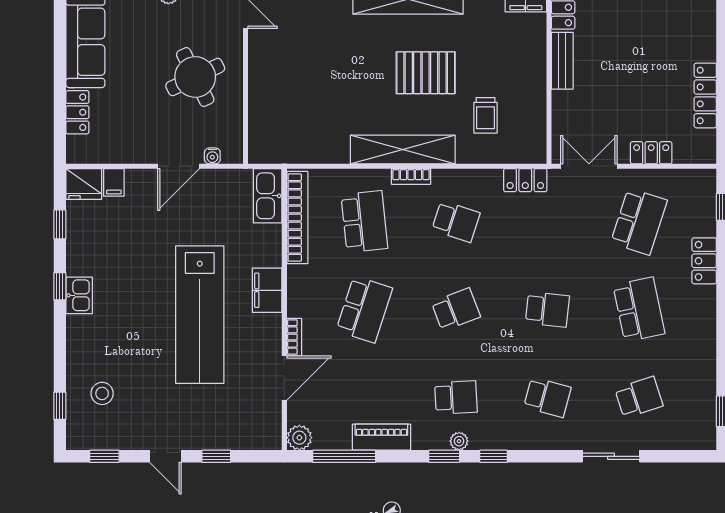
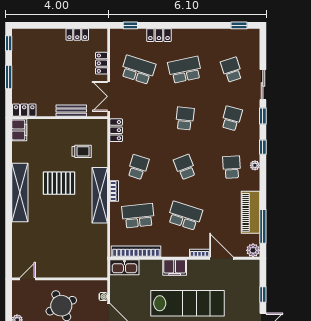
bench: (562, 61) -> (71, 111), moved
pallet: (426, 73) -> (59, 183), turned 90
locker: (705, 95) -> (77, 34), width x0.66
piano: (381, 437) -> (250, 212), width x1.37, depth x1.33
window: (444, 456) -> (263, 116), moved

